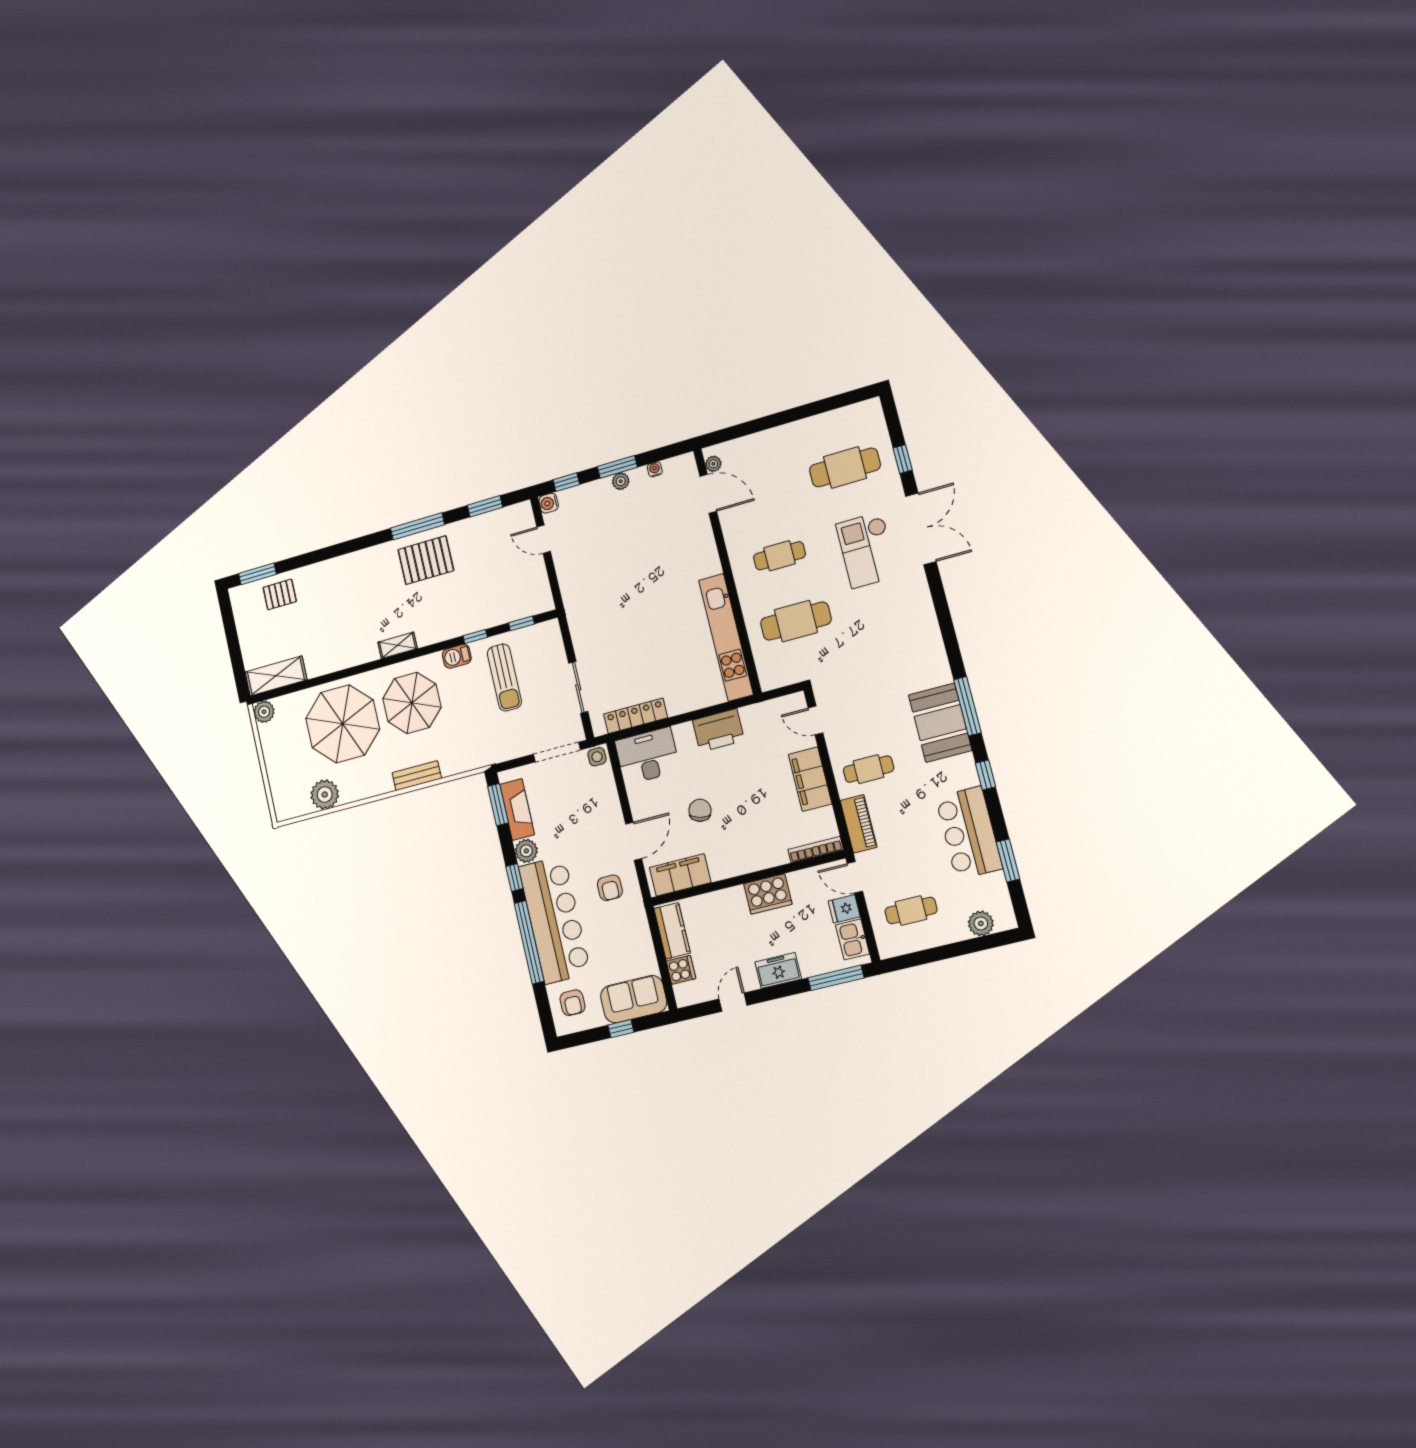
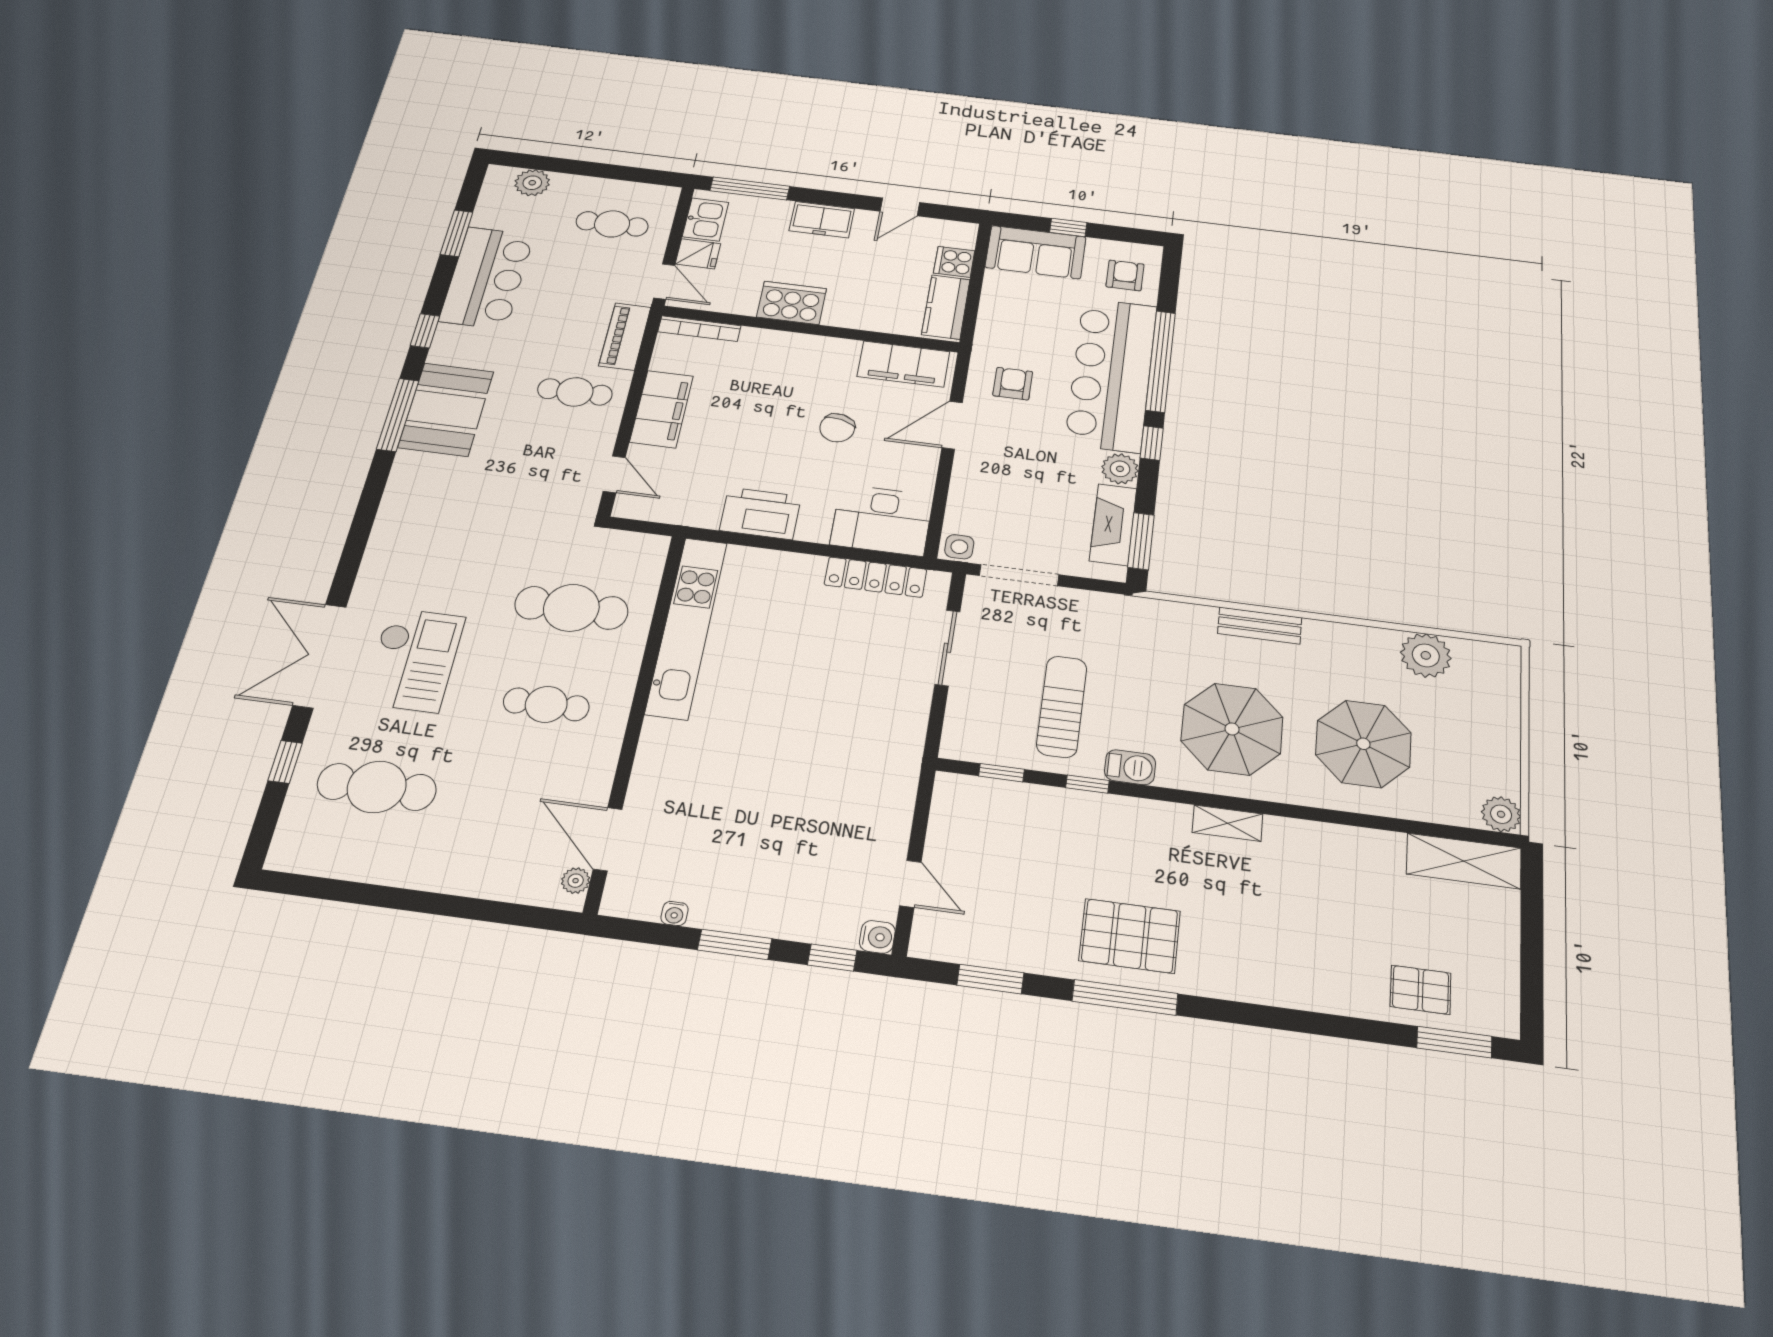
plant: (621, 481) -> (740, 919), removed
parasol: (343, 724) -> (1363, 744), width x0.73, depth x0.73

